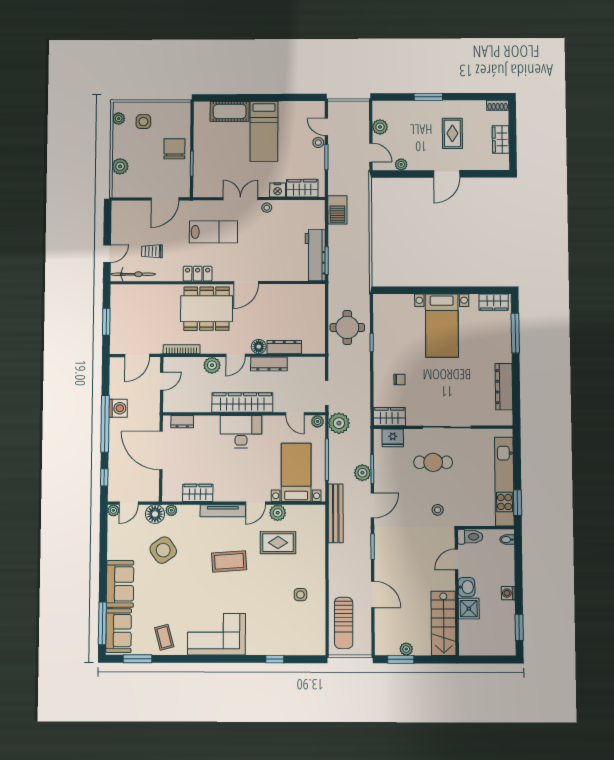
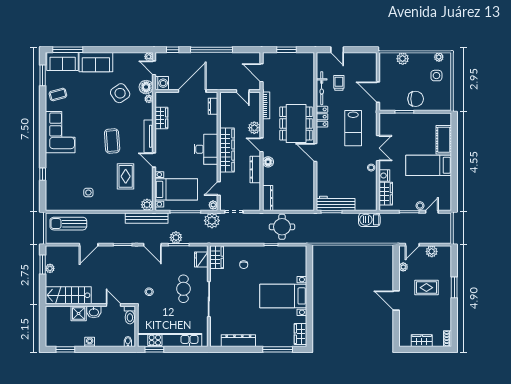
rug: (452, 133) -> (426, 288), moved
bicycle: (133, 274) -> (322, 88), moved
dresser: (284, 347) -> (268, 198), moved
washing machine: (118, 408) -> (162, 83), moved, turned -90
plant: (278, 513) -> (147, 205), moved

